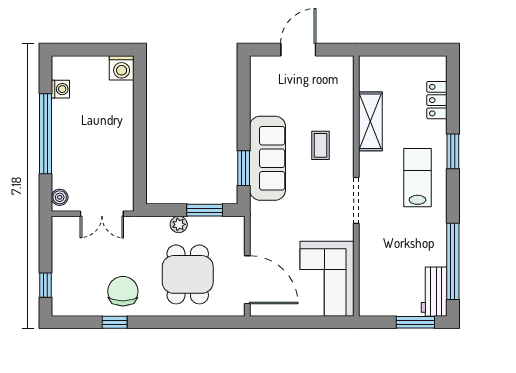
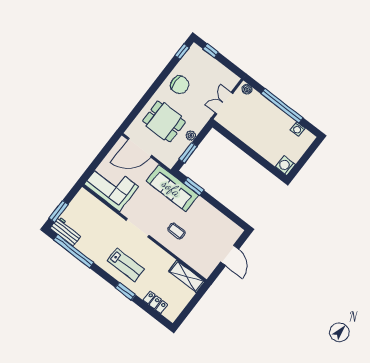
shelving: (370, 121) -> (187, 277), moved
sofa: (268, 158) -> (172, 188), moved
window: (115, 322) -> (182, 52), moved

